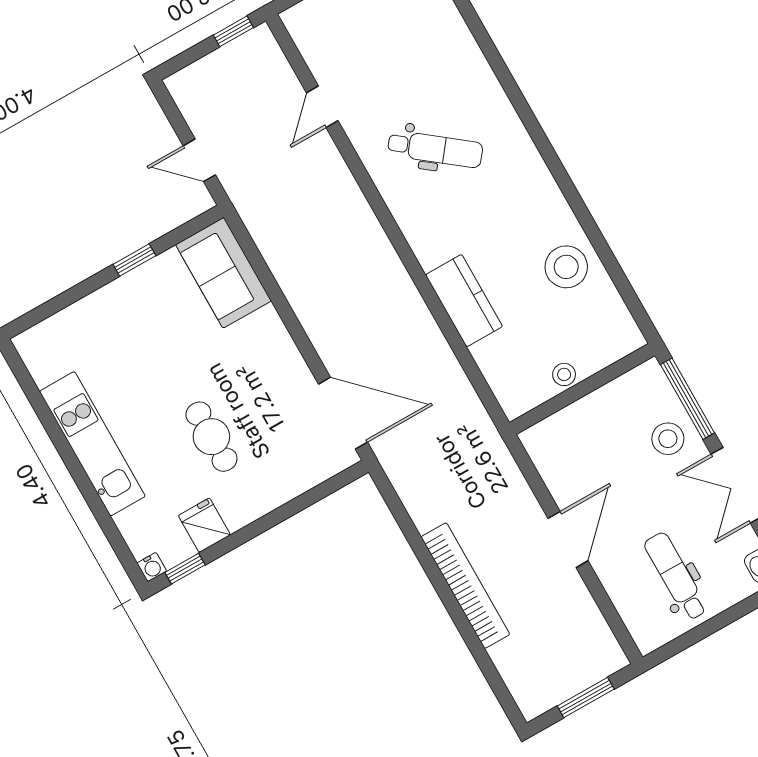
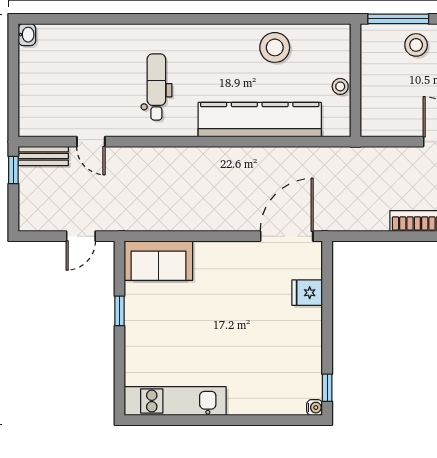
bench: (271, 58) -> (43, 156), added
dental chair: (435, 149) -> (156, 87), turned -38
kitchen counter: (464, 301) -> (260, 120), width x2.08, depth x1.17
cafe table: (211, 437) -> (255, 325), removed
kitchen unit: (92, 444) -> (175, 401), moved
fridge: (204, 525) -> (307, 293), moved

